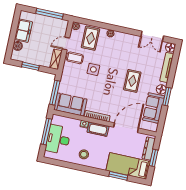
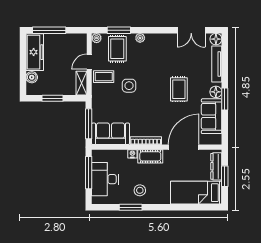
window: (49, 14) -> (49, 30), moved
window: (95, 24) -> (119, 30), added
freezer: (23, 31) -> (35, 52), width x1.40
window: (118, 176) -> (131, 207), moved

